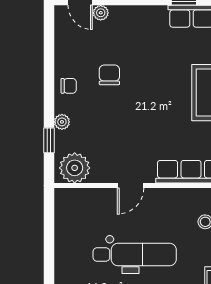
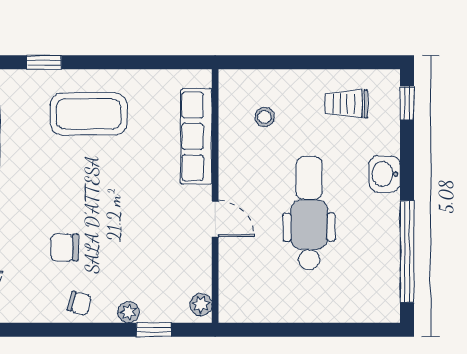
chair: (69, 86) -> (79, 303), turned 105
plant: (75, 168) -> (201, 305), width x0.53, depth x0.53

